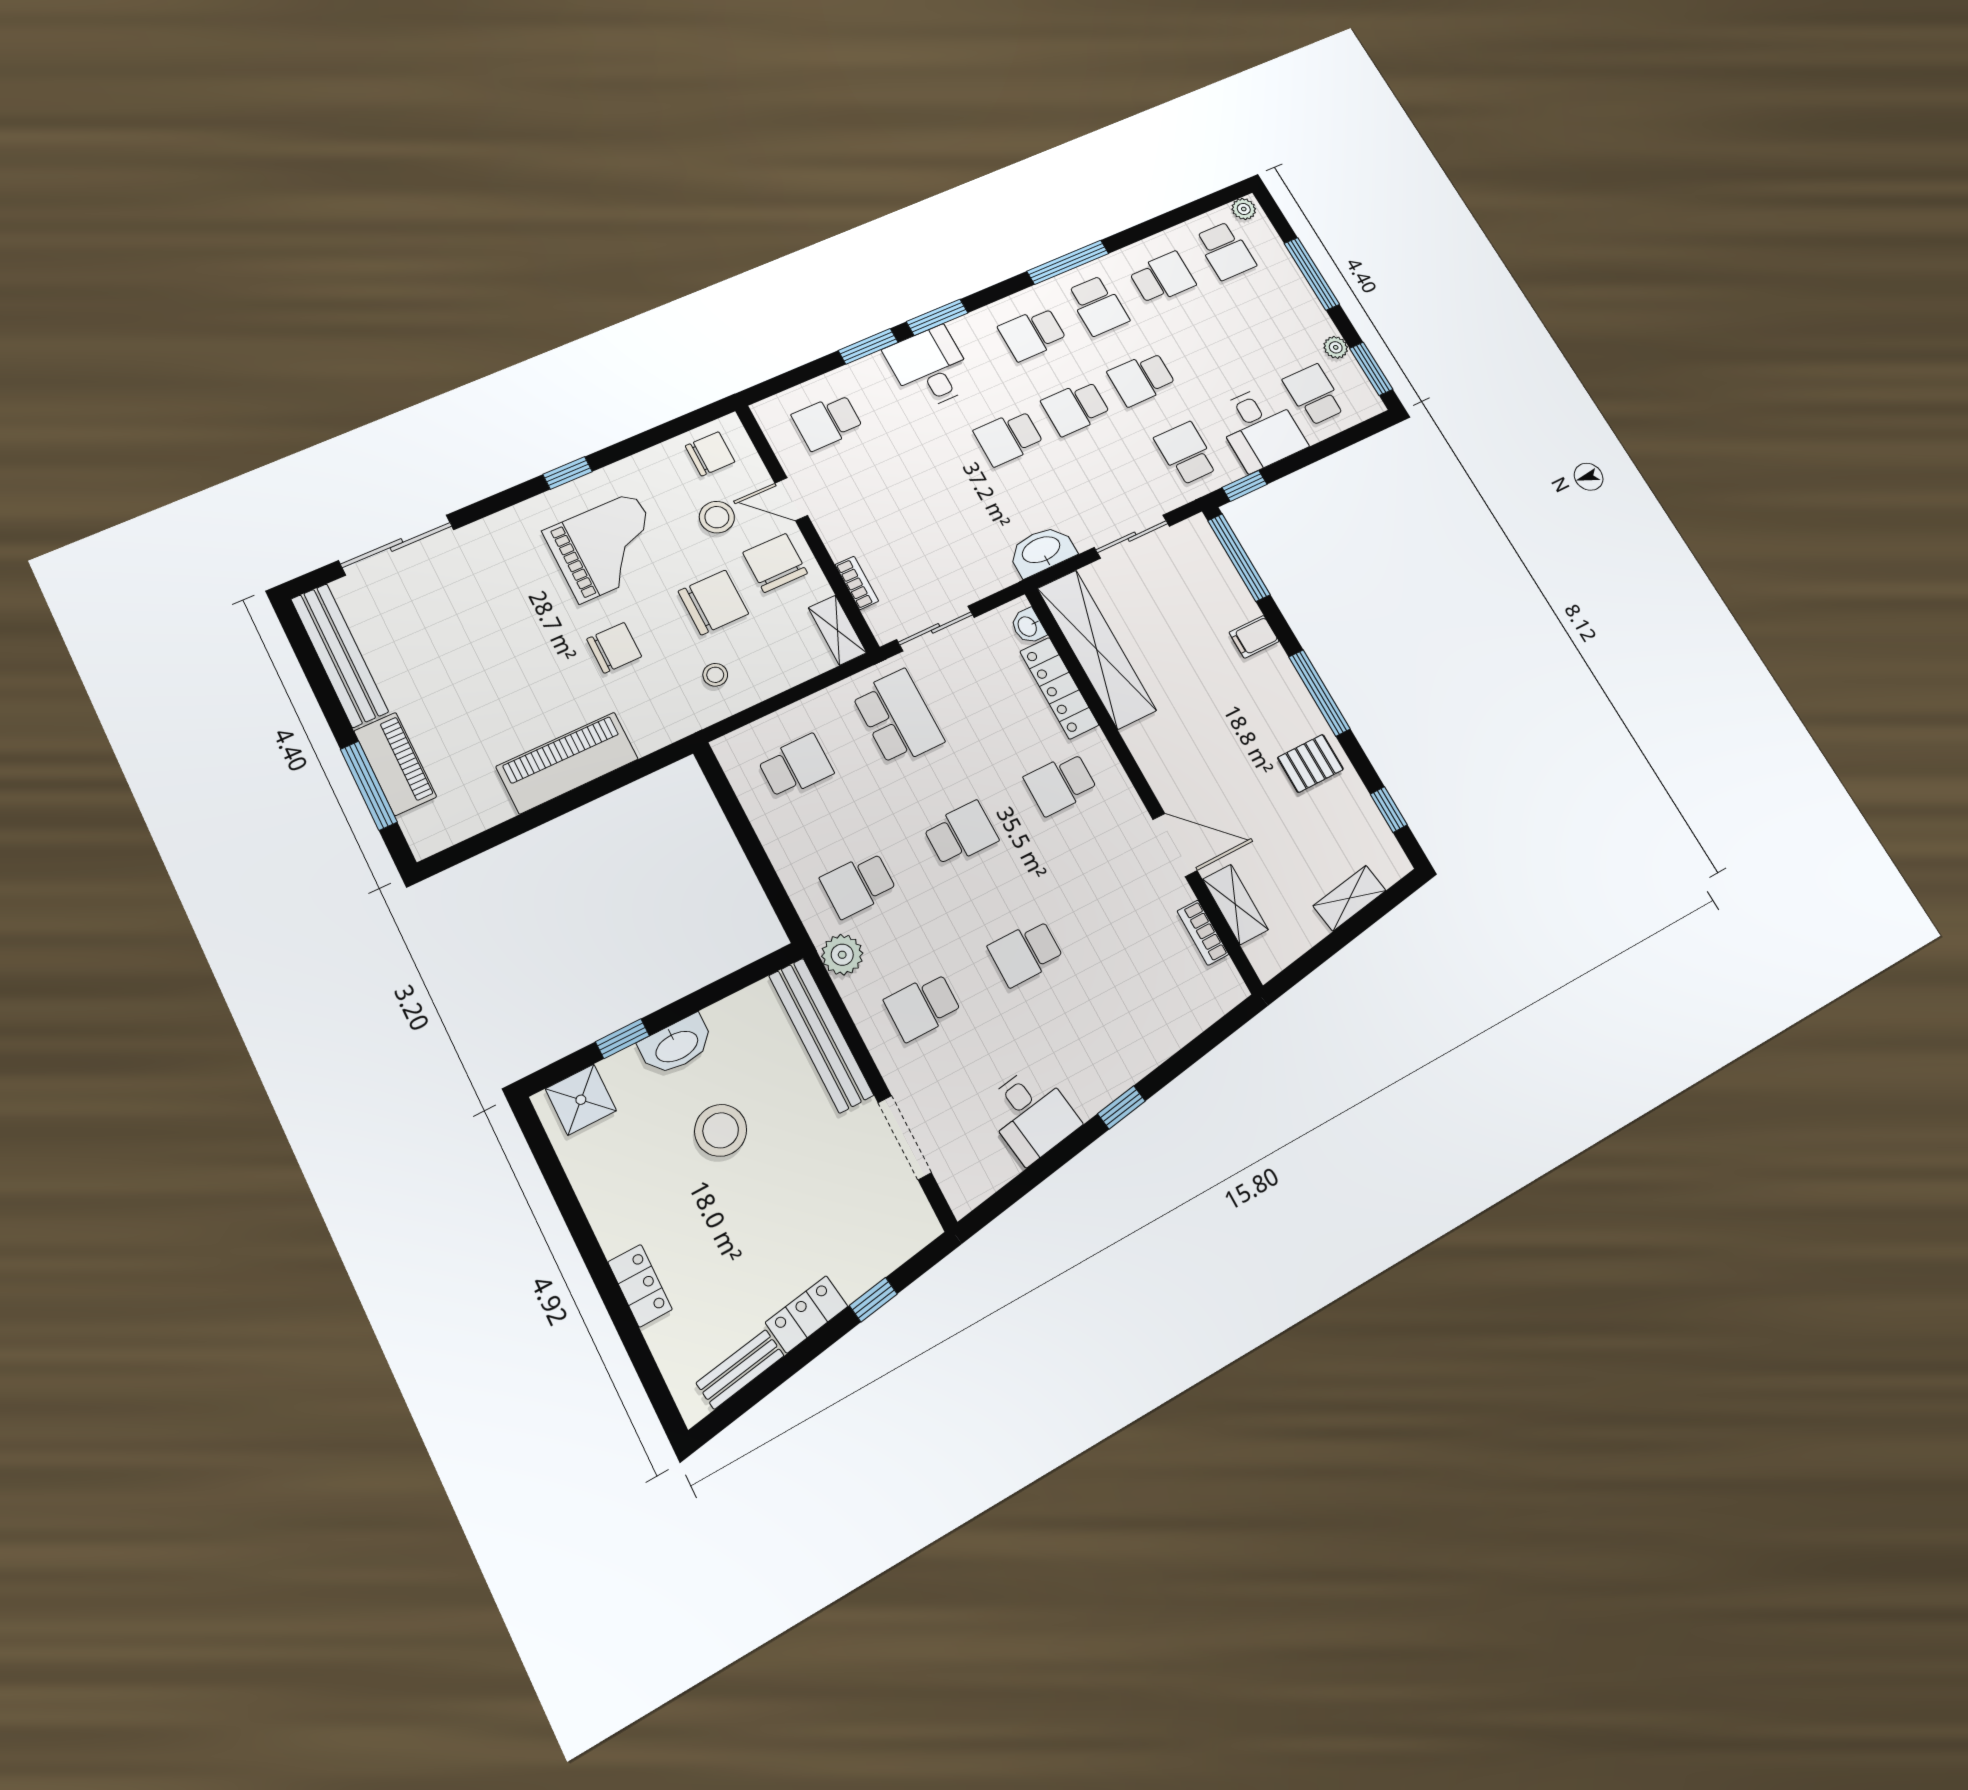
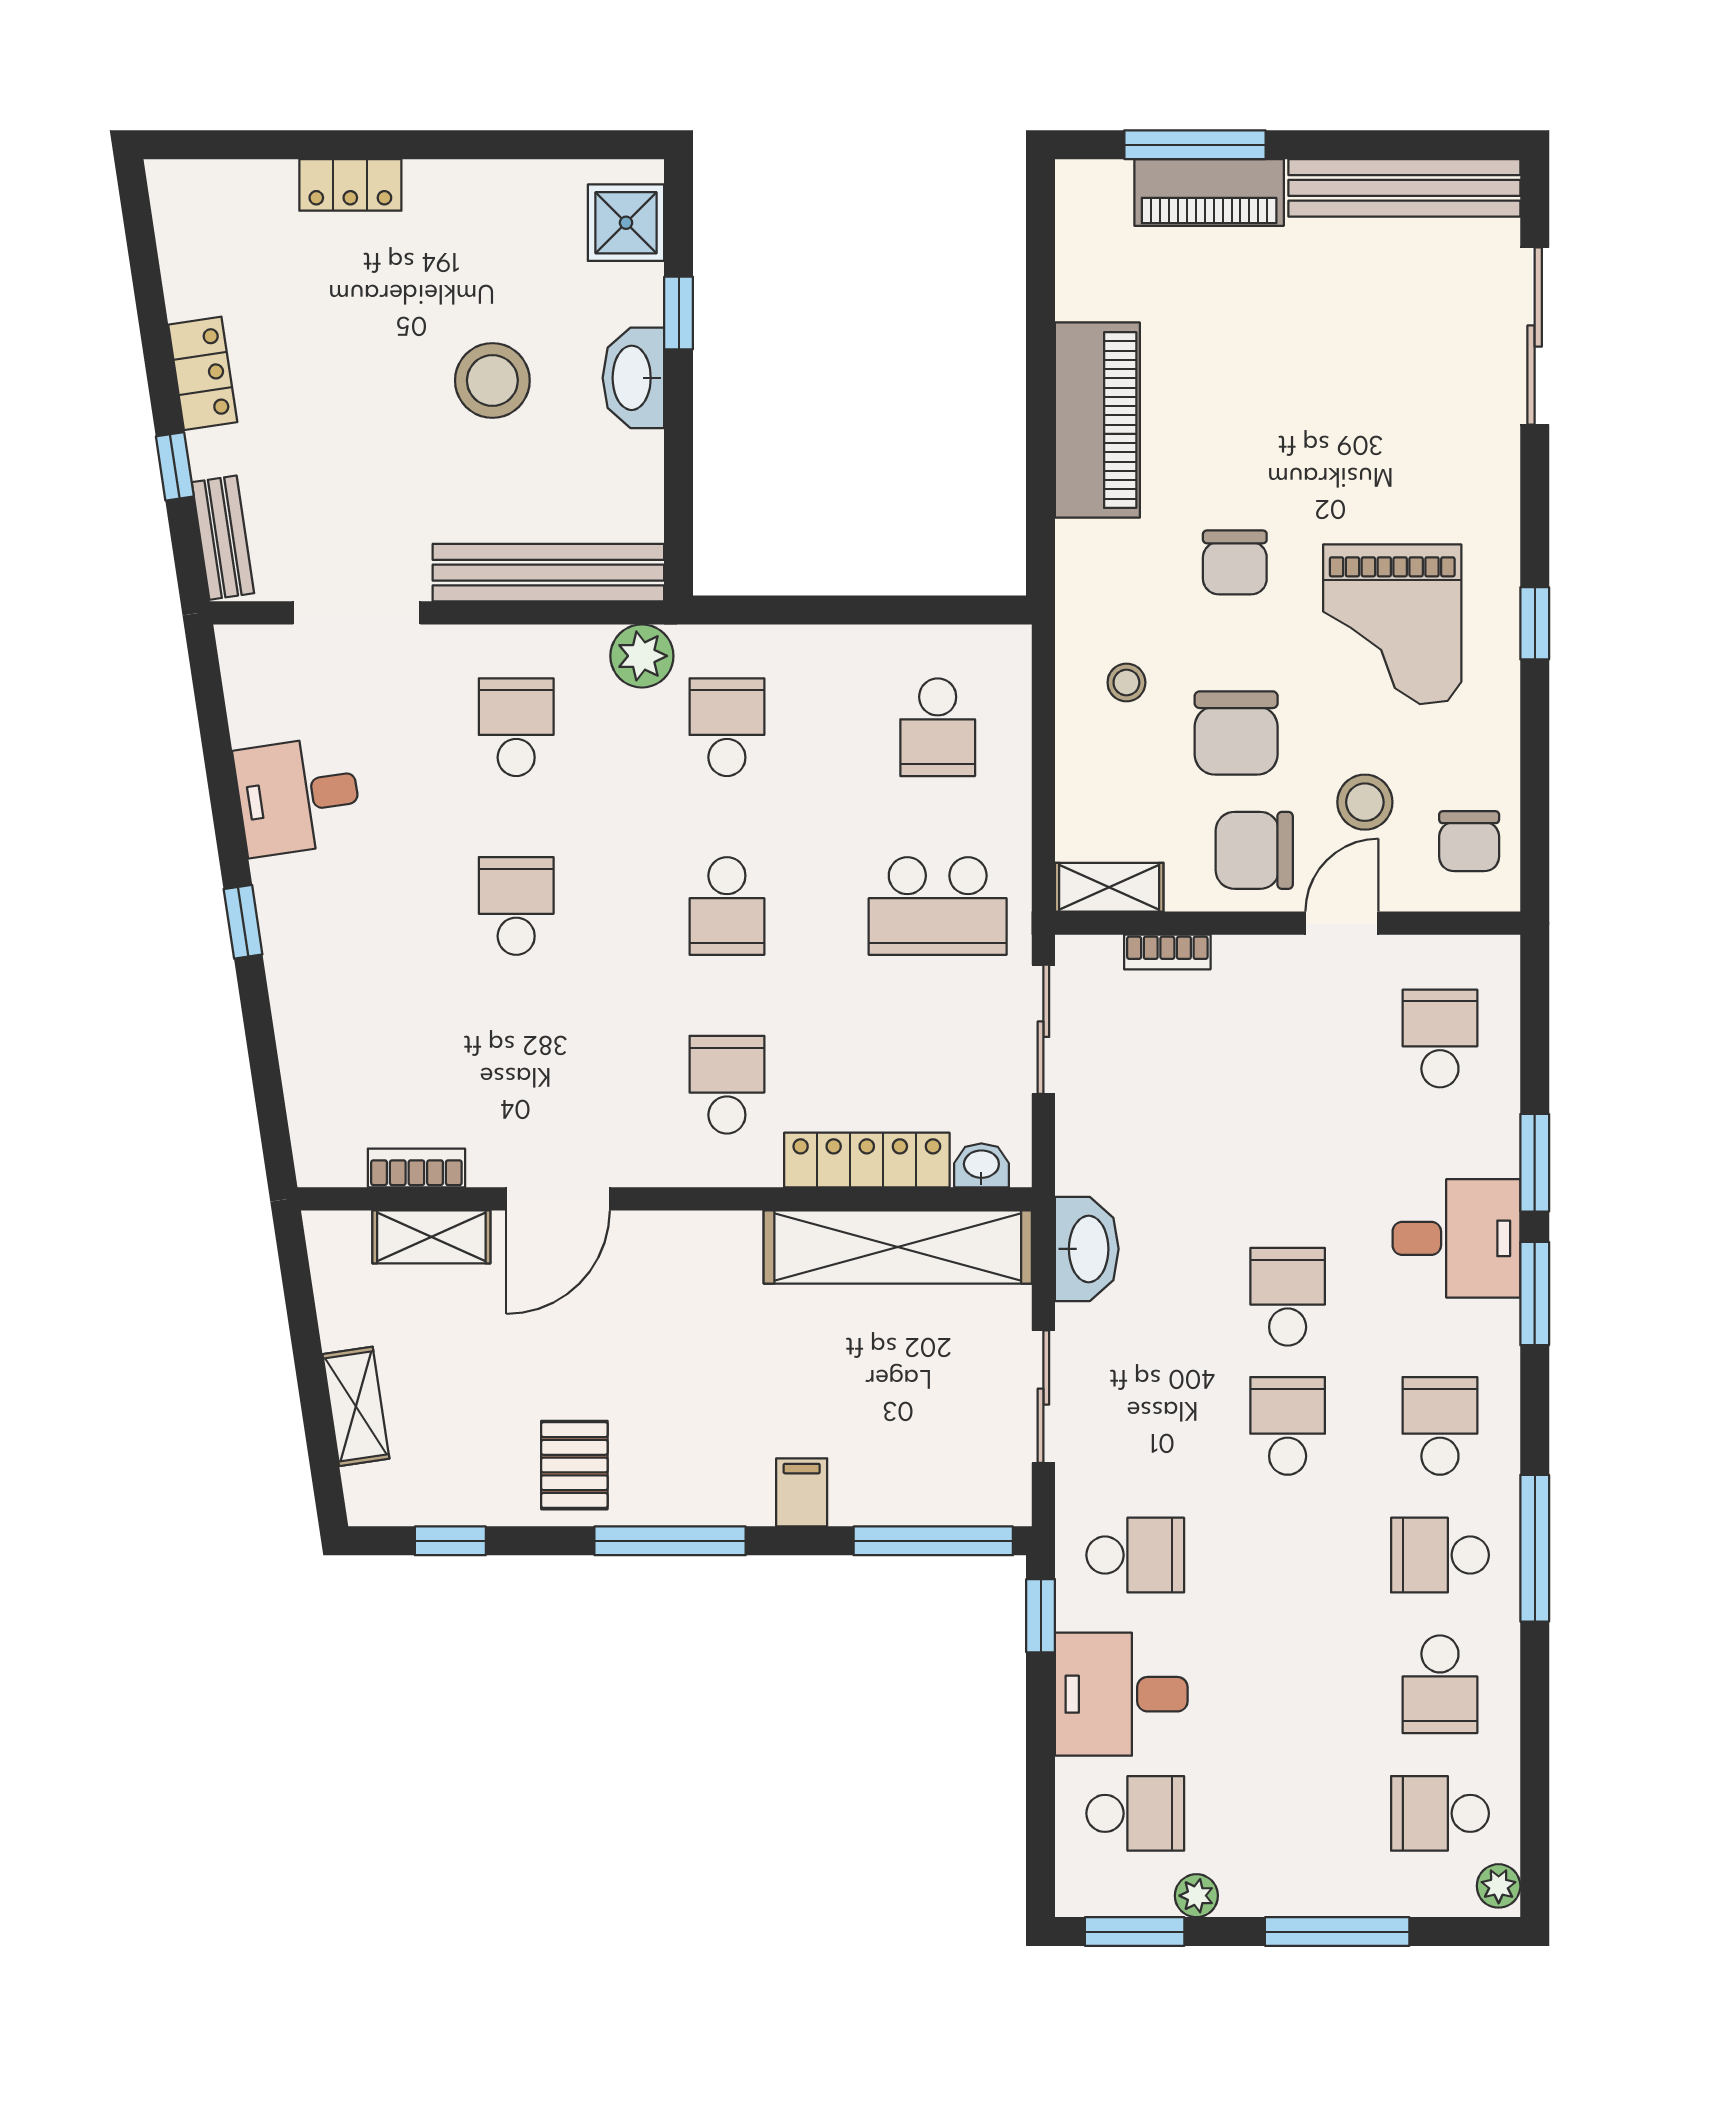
school desk: (1142, 379) -> (1288, 1555), removed
chair: (775, 563) -> (1254, 850), turned 180
bench: (740, 1369) -> (223, 538), moved

